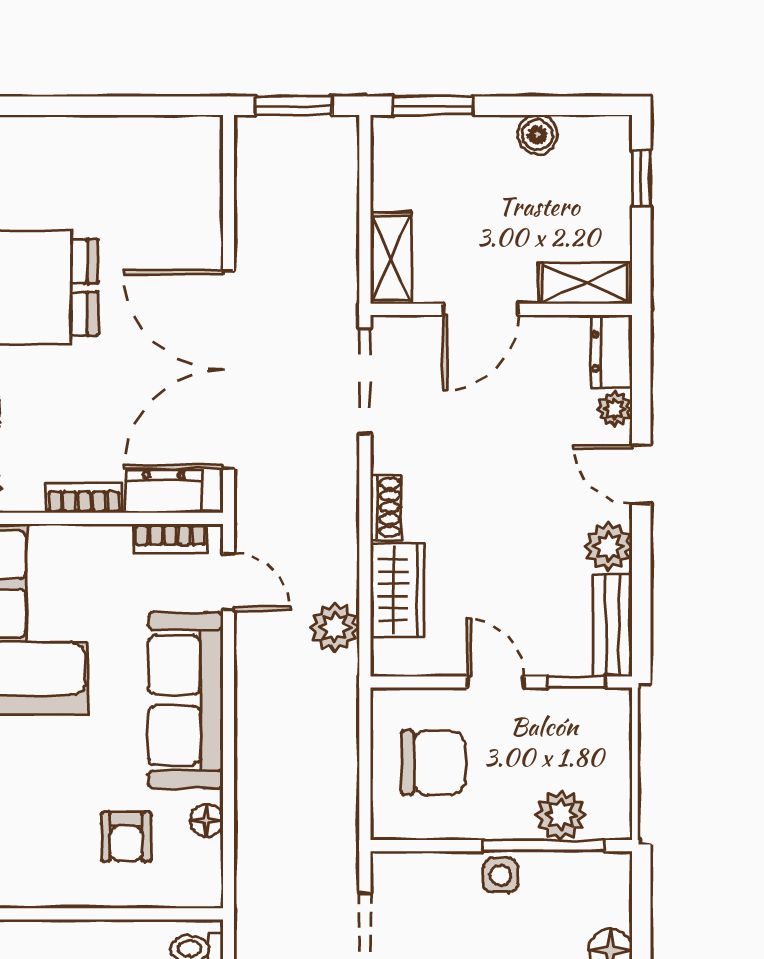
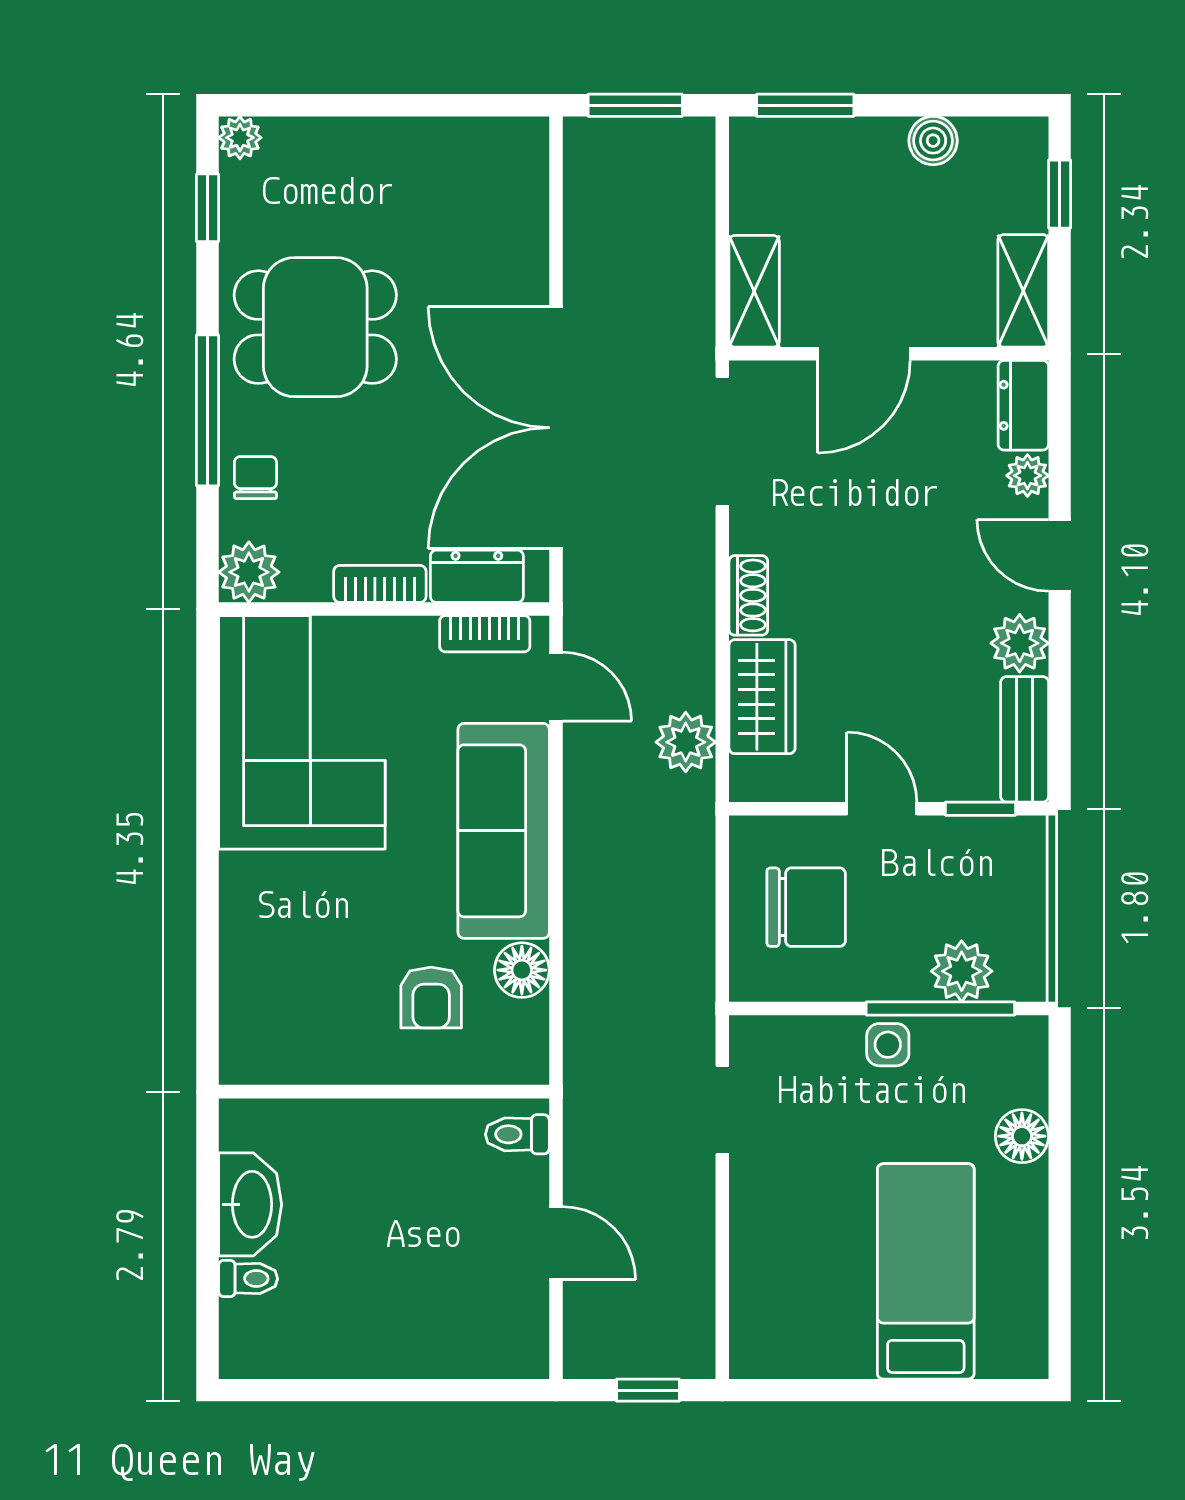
shelving: (585, 283) -> (1023, 291), moved, turned 90
floor lamp: (207, 820) -> (522, 970), width x1.37, depth x1.37

